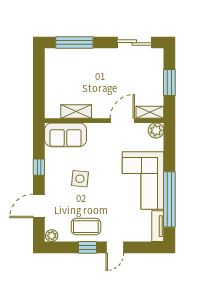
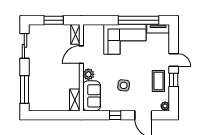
shelving: (76, 112) -> (75, 100), moved
door: (122, 121) -> (81, 55), hinge flipped
plant: (156, 130) -> (88, 74), moved

